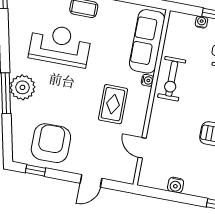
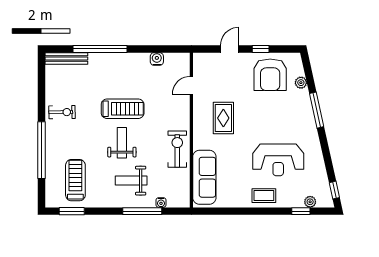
water cooler: (147, 80) -> (198, 144), removed
plant: (22, 87) -> (301, 83), moved, width x0.53, depth x0.53
door: (142, 148) -> (191, 85), swing flipped
window: (36, 170) -> (261, 49), moved

